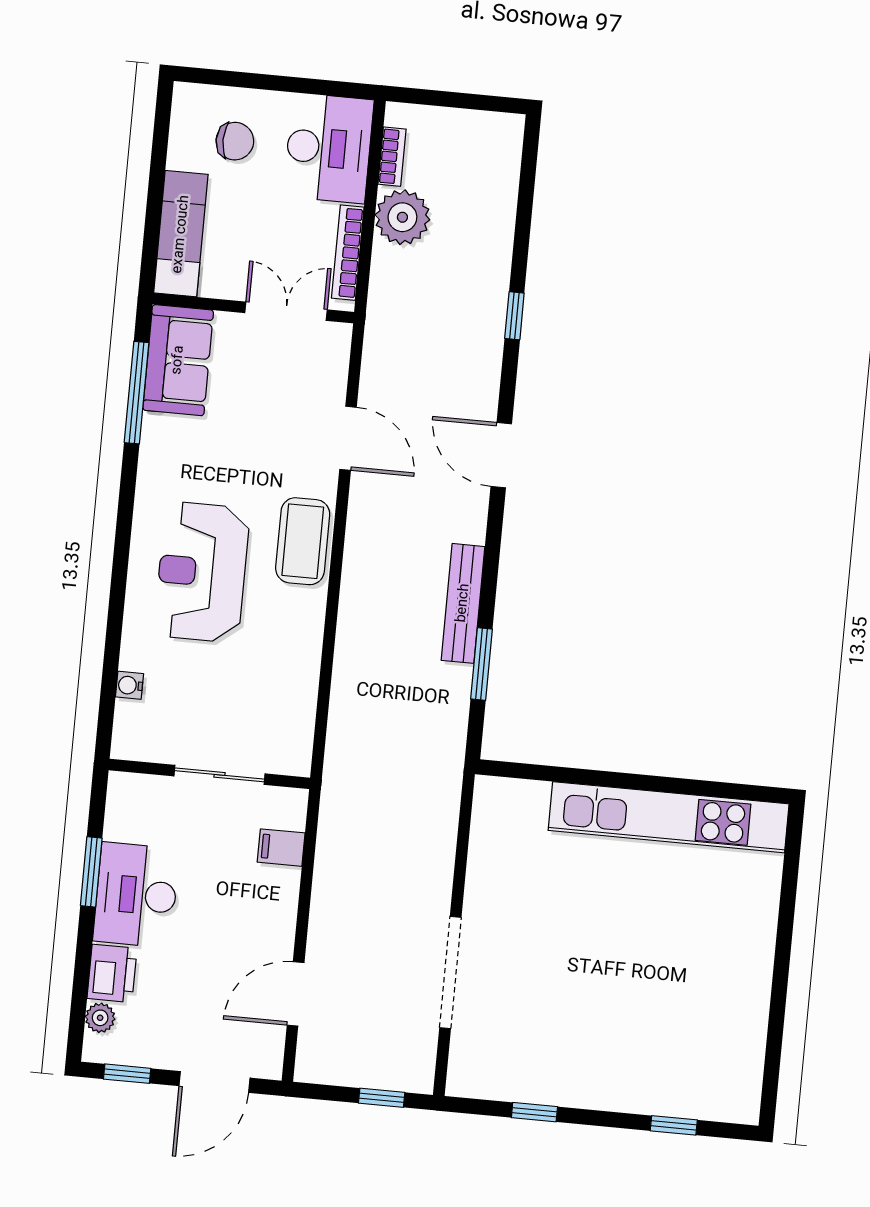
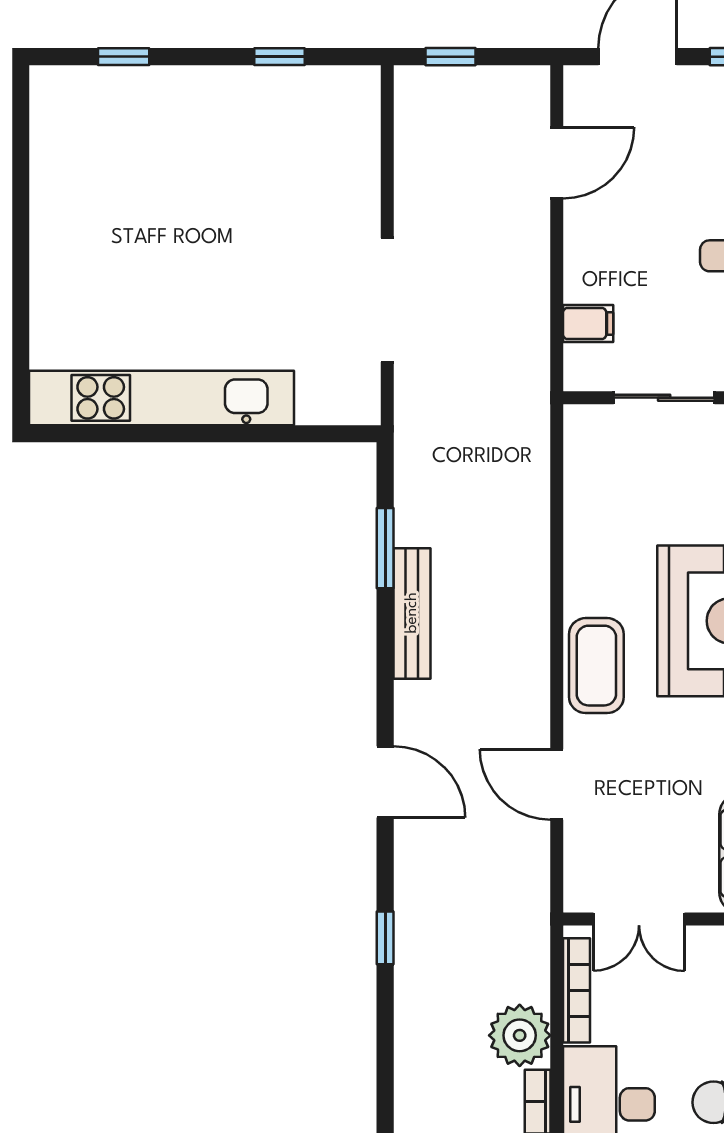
doorway: (450, 973) -> (387, 300), moved

